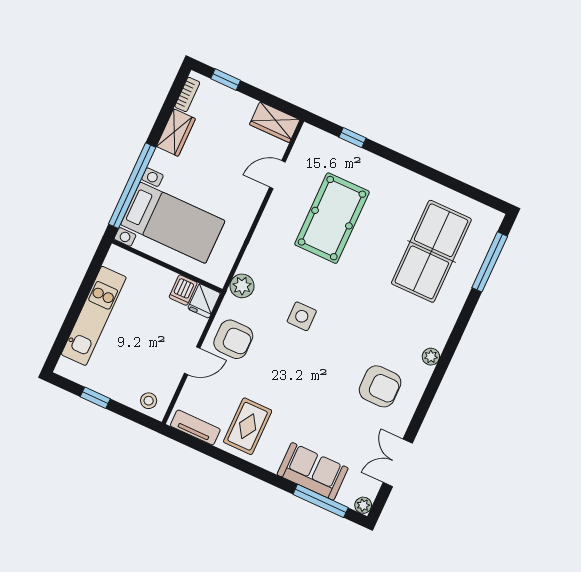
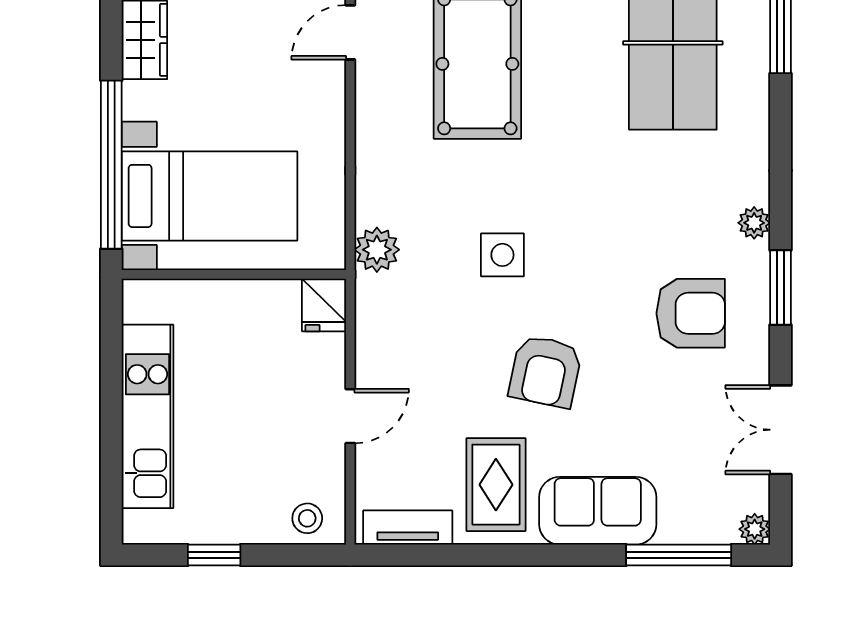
dishwasher: (183, 290) -> (280, 303), removed
armchair: (233, 339) -> (545, 371), moved, turned 102
window: (429, 394) -> (781, 287), added
sofa: (313, 471) -> (598, 511), moved

